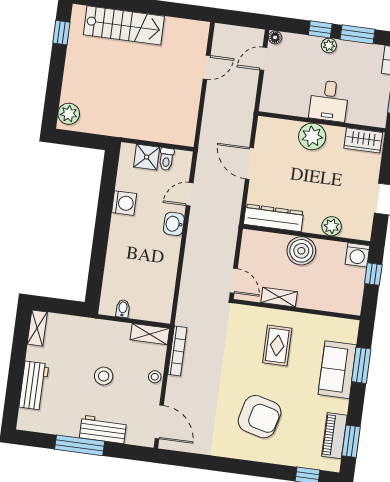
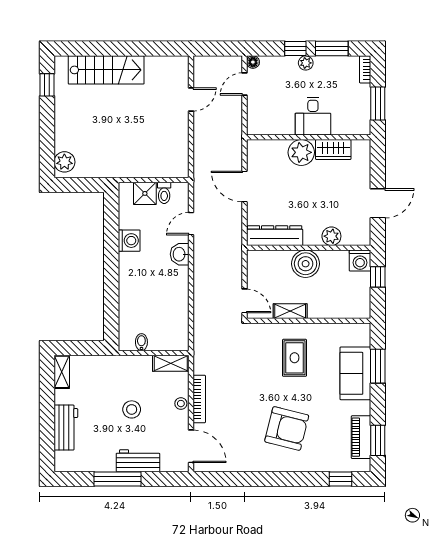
wardrobe: (363, 140) -> (333, 150), moved
bookcase: (177, 351) -> (199, 399), moved

